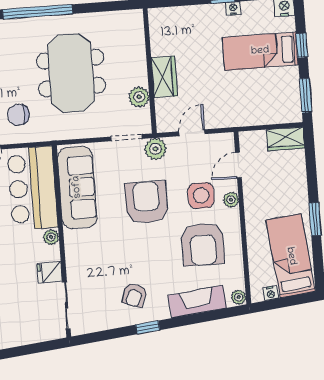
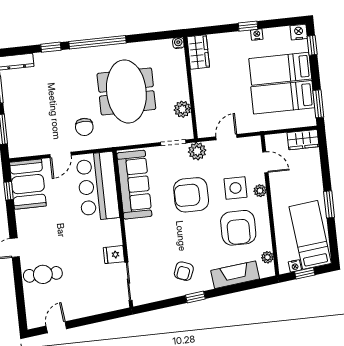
water cooler: (137, 16) -> (178, 43), added
window: (302, 45) -> (312, 45), moved
wardrobe: (164, 77) -> (198, 52), moved
bed: (262, 86) -> (283, 97), added
chair: (18, 115) -> (84, 127), turned -90
door: (238, 165) -> (265, 162), swing flipped
armchair: (146, 202) -> (191, 195), turned -90
plant: (51, 237) -> (114, 226), removed
plant: (239, 297) -> (267, 257), moved
window: (282, 302) -> (305, 273), added

